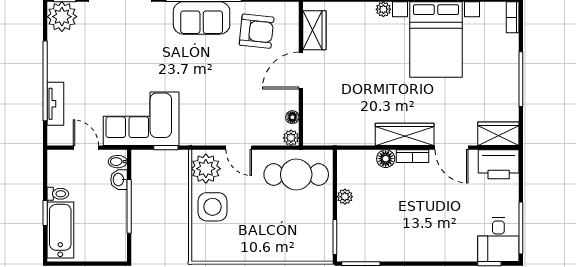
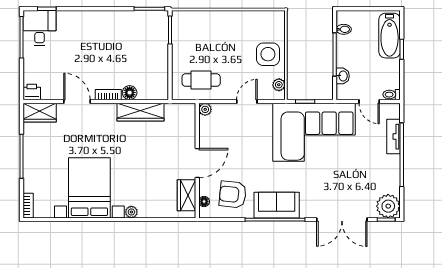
floor lamp: (292, 117) -> (204, 201), moved
corner sofa: (141, 119) -> (314, 132), width x1.36, depth x1.36
wardrobe: (405, 134) -> (140, 112), moved
door: (239, 148) -> (247, 101), hinge flipped
bidet: (118, 162) -> (344, 29), moved
printer: (499, 164) -> (32, 92), width x0.53, depth x0.68
plant: (206, 169) -> (279, 85), width x0.53, depth x0.53
cafe table: (296, 174) -> (201, 80), width x0.73, depth x0.74
toilet: (58, 194) -> (392, 95), moved
plant: (345, 197) -> (162, 62), removed

